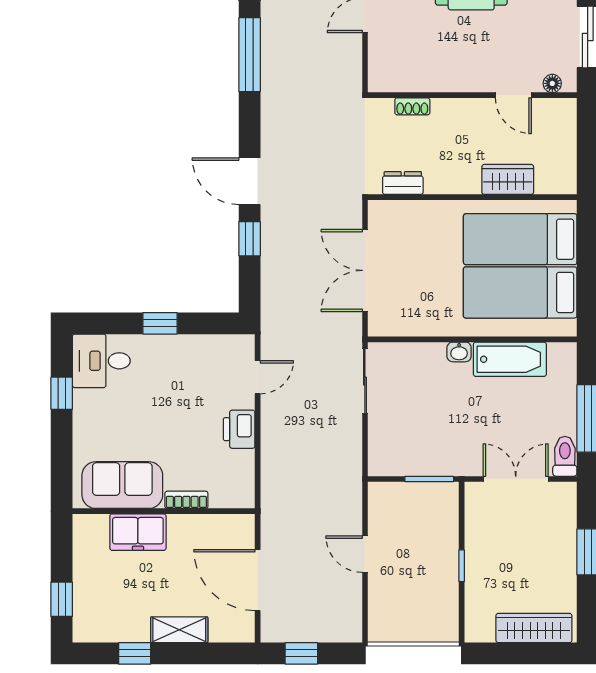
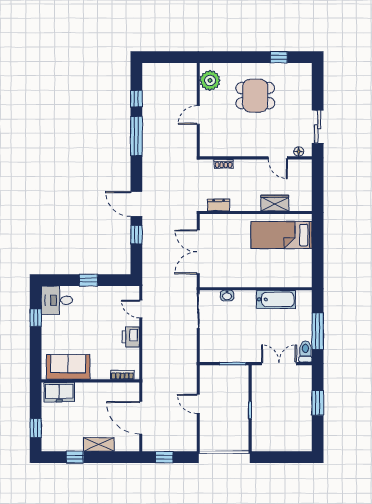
bed: (520, 292) -> (281, 264), removed
washbasin: (459, 352) -> (227, 295), moved
door: (258, 377) -> (141, 309), swing flipped
bookcase: (186, 500) -> (122, 375), moved
freezer: (138, 532) -> (59, 392), moved
wardrobe: (534, 628) -> (289, 444), removed

